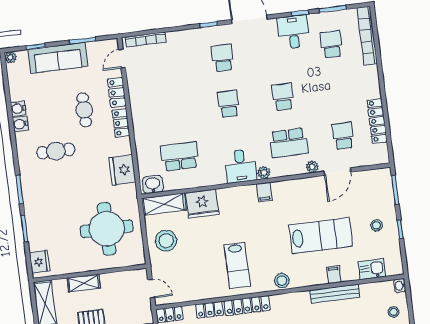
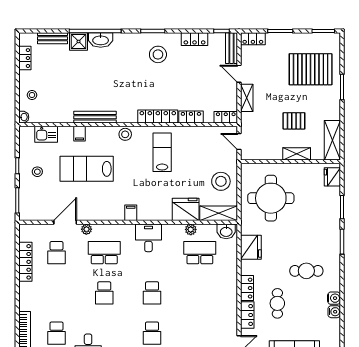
school desk: (180, 156) -> (200, 253), turned 180
plant: (264, 173) -> (191, 229), moved
bench: (335, 294) -> (95, 117), moved

